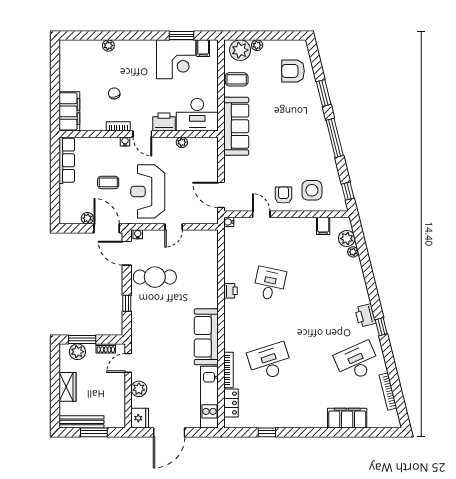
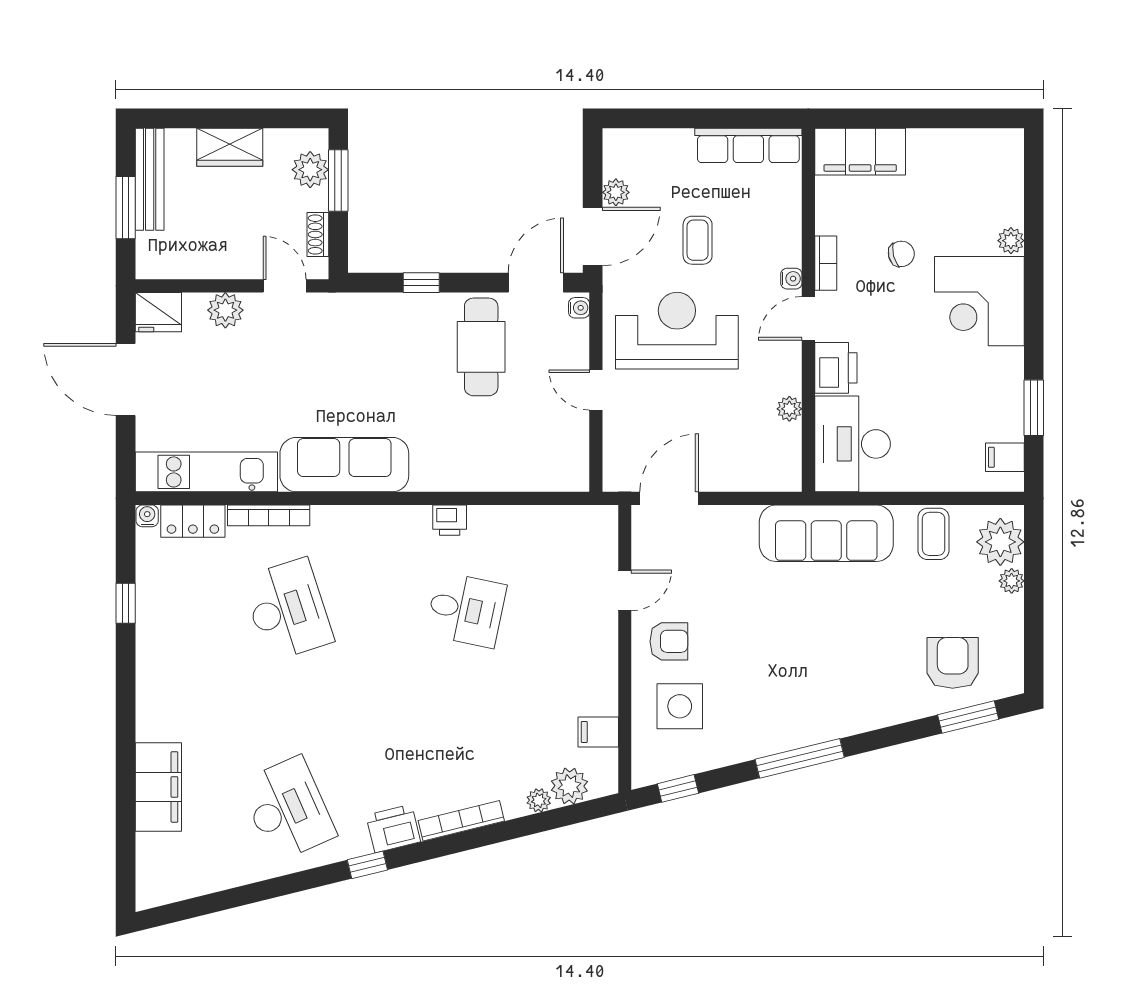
corner desk: (176, 59) -> (979, 301), moved
window: (324, 93) -> (968, 717), moved
water cooler: (229, 222) -> (147, 516), moved
bookcase: (388, 392) -> (461, 821), moved

